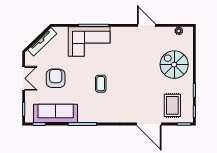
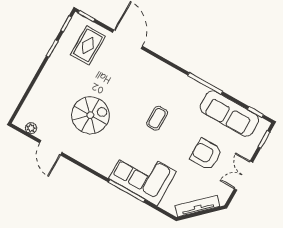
door: (147, 25) -> (51, 148), moved
spiral stairs: (174, 65) -> (90, 115), moved, turned -90
armchair: (56, 78) -> (206, 154), turned 90

